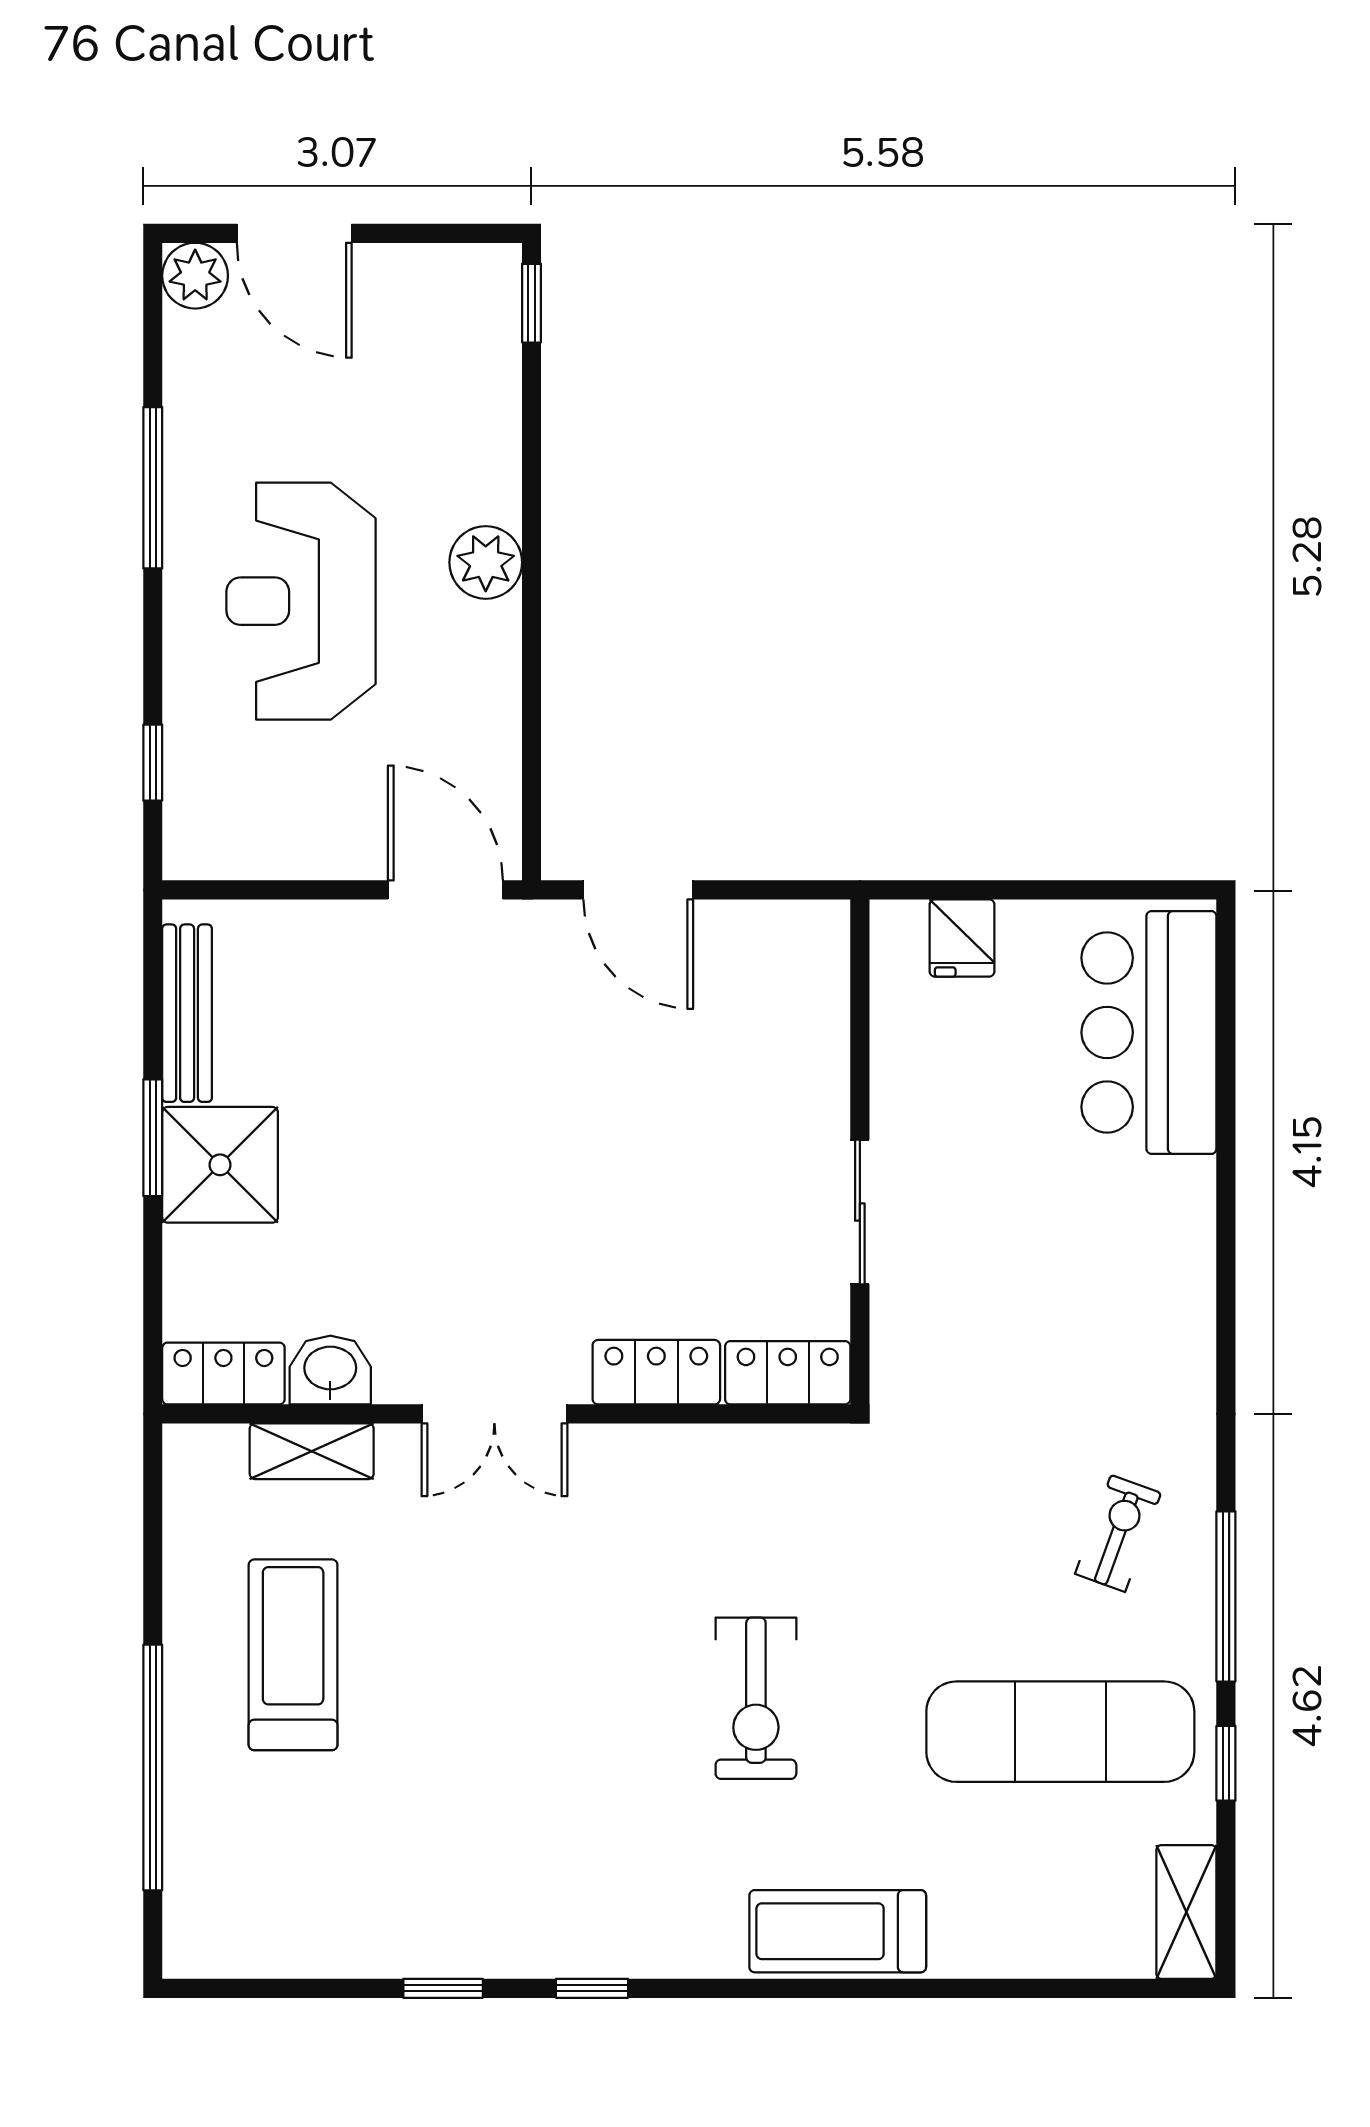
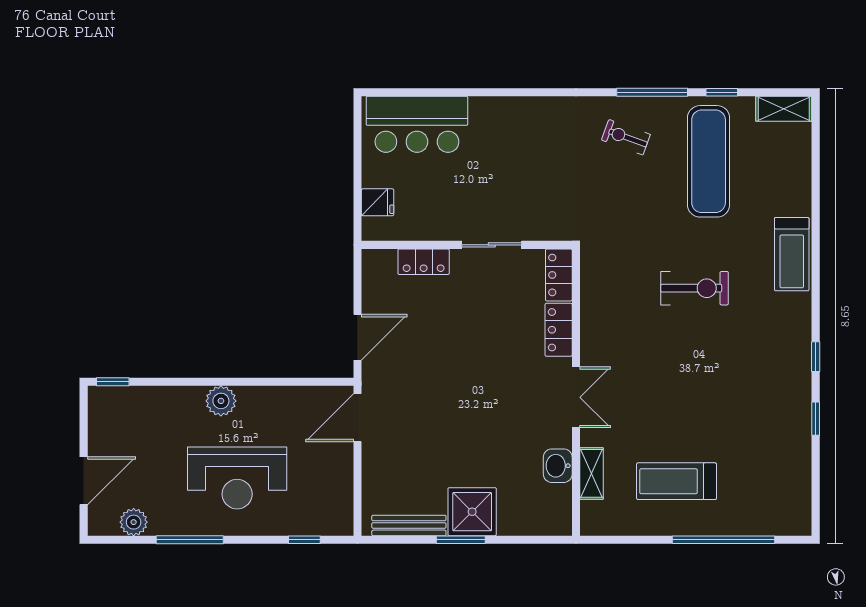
plant: (195, 276) -> (134, 522), moved
locker: (223, 1373) -> (424, 262), moved, turned -90

